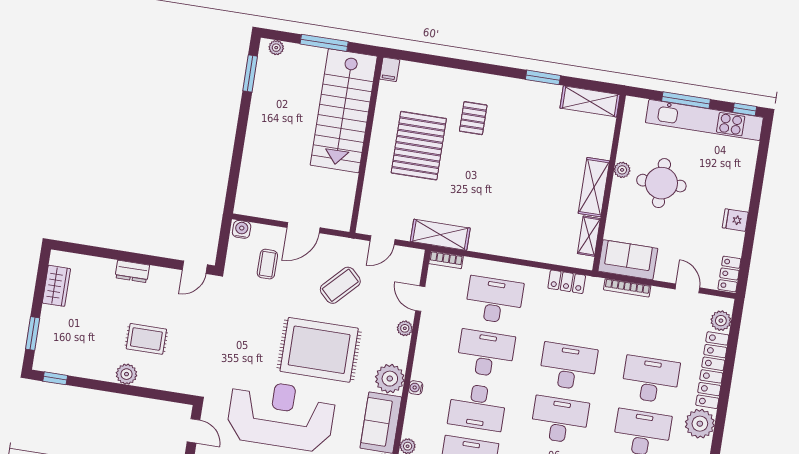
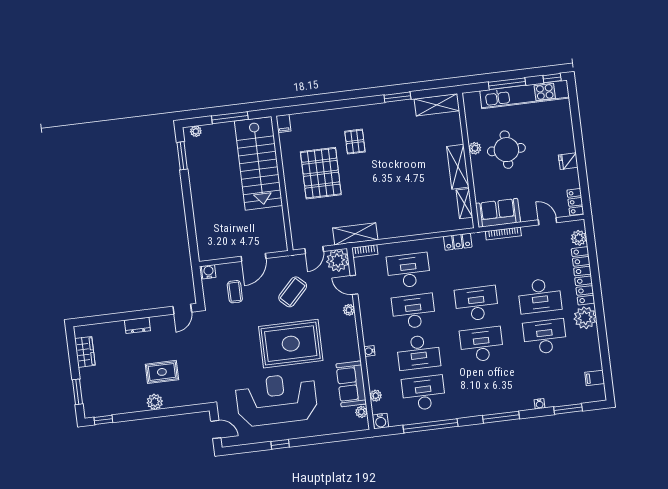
plant: (390, 379) -> (338, 261), moved
desk: (651, 380) -> (540, 296), turned 180

